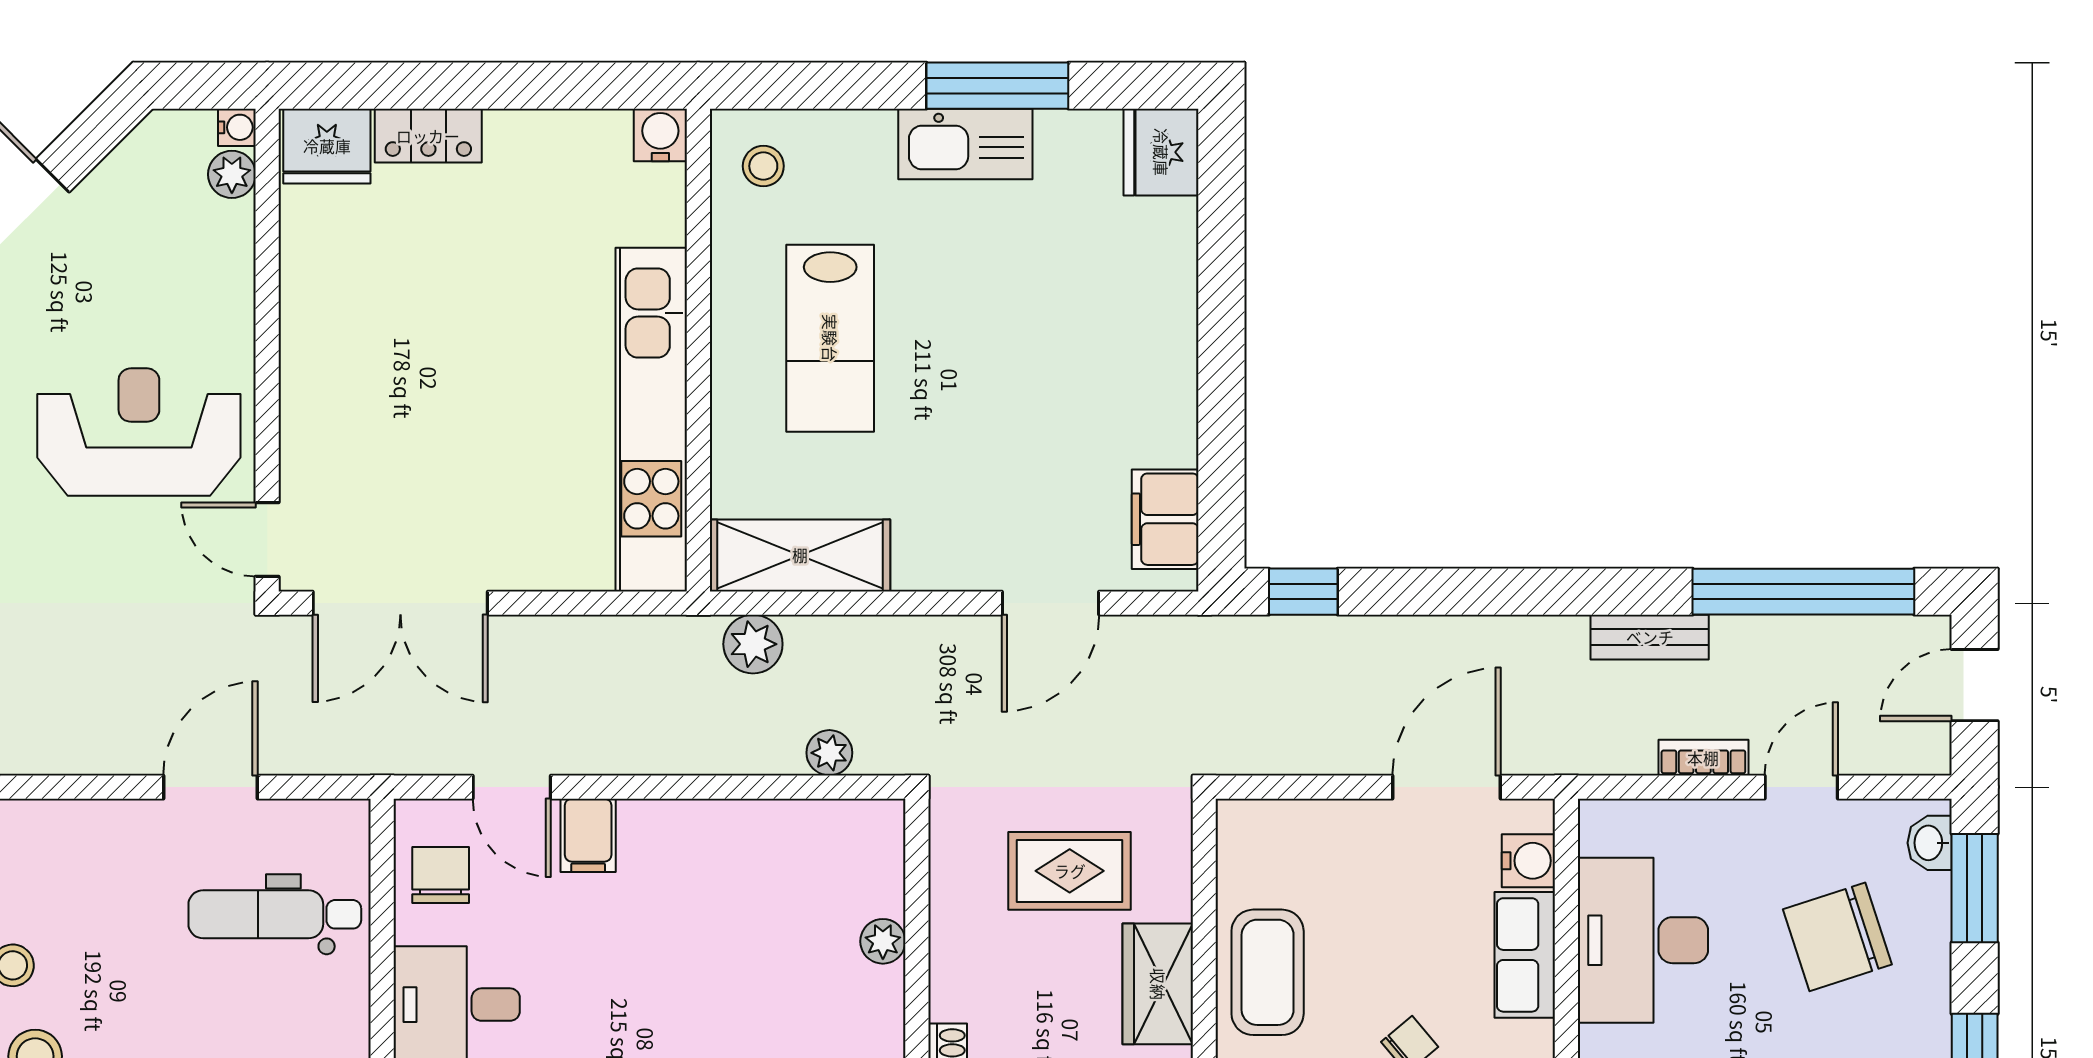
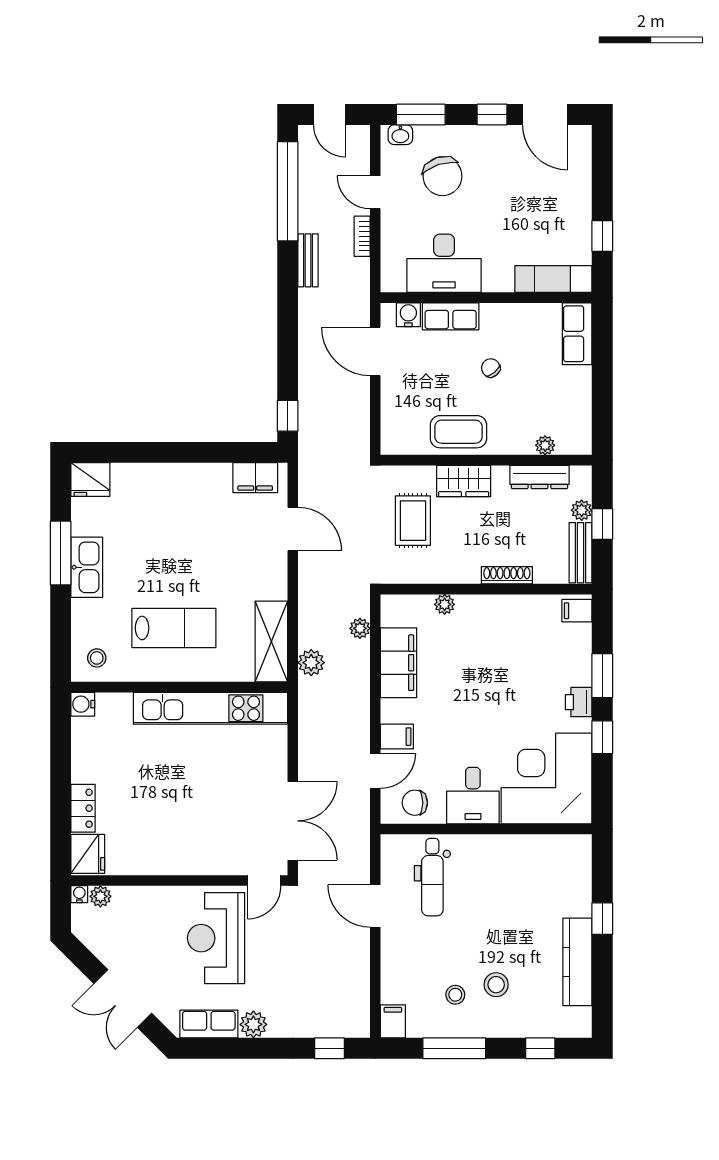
filing cabinet: (753, 839) -> (399, 663), added

